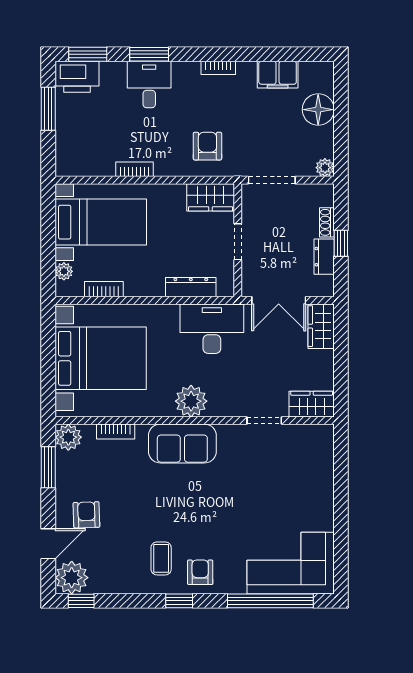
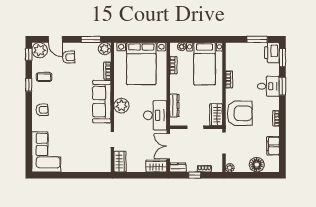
armchair: (207, 146) -> (240, 113), width x1.88, depth x1.88
dresser: (324, 257) -> (178, 167), moved
sofa: (182, 444) -> (102, 102), width x1.36
coffee table: (161, 558) -> (44, 77), moved
window: (179, 601) -> (29, 85), moved
window: (270, 601) -> (29, 142), removed

